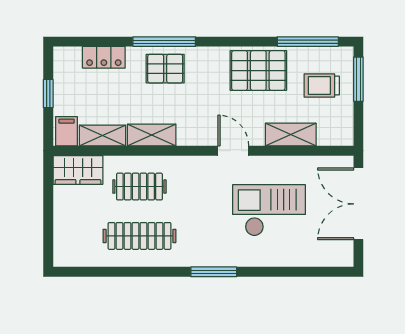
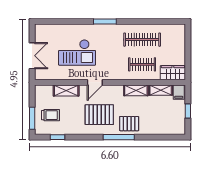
window: (164, 42) -> (119, 137), moved
window: (308, 42) -> (58, 137), width x0.46
locker: (104, 57) -> (160, 129), removed
pallet: (258, 71) -> (99, 115), moved
door: (233, 151) -> (95, 82), hinge flipped
double door: (358, 204) -> (32, 56), width x0.73

